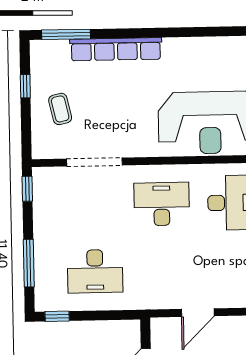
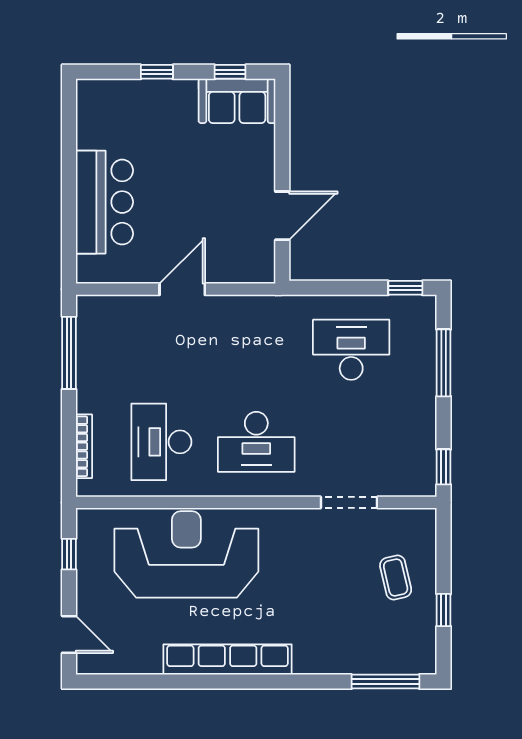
row of seats: (116, 49) -> (227, 660), moved
doorway: (94, 162) -> (349, 502), width x0.73
door: (198, 313) -> (182, 289), moved

